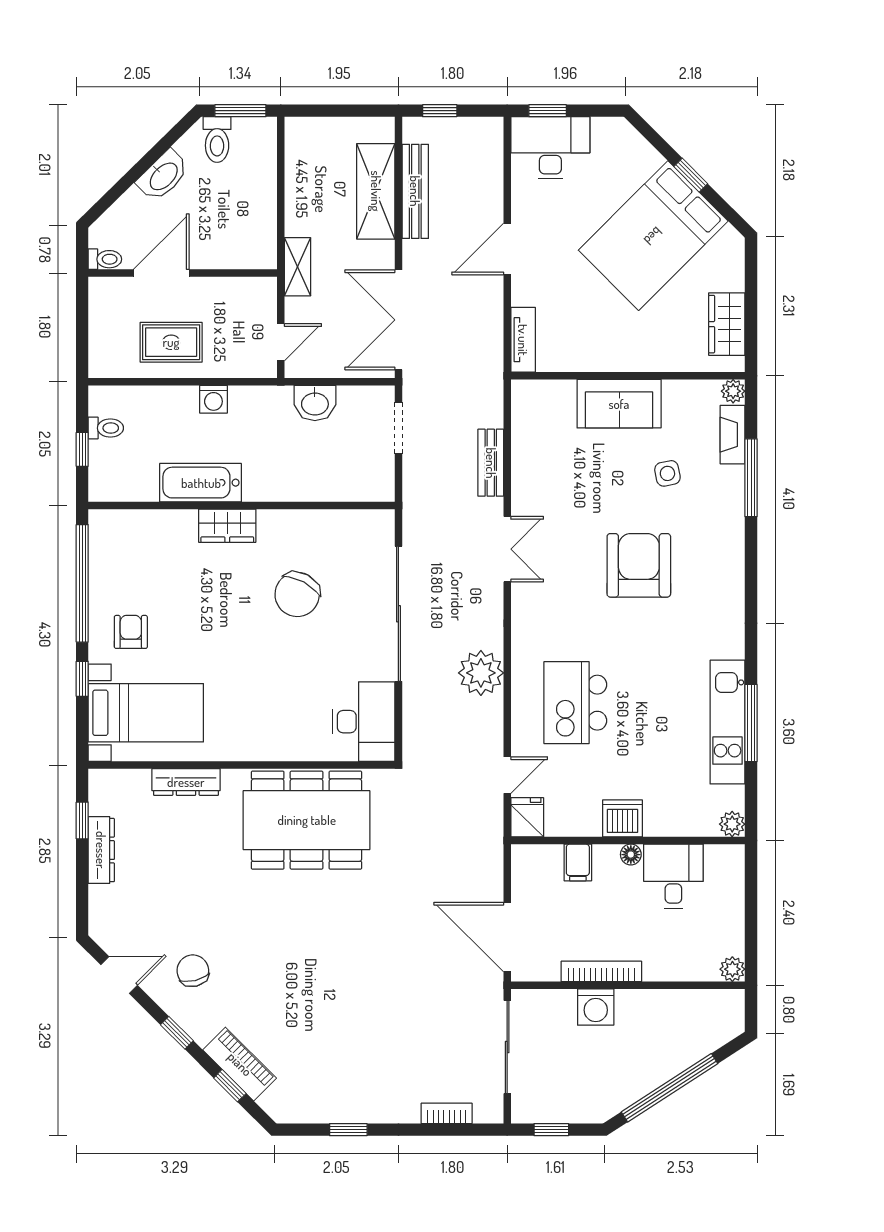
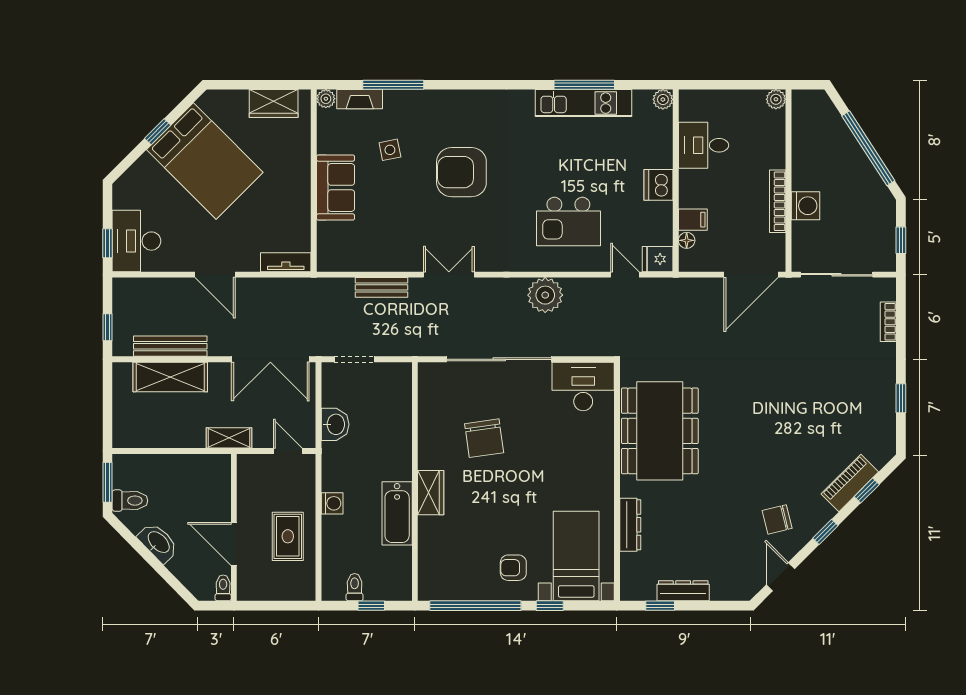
chair: (297, 594) -> (484, 438), turned 54
floor lamp: (631, 855) -> (687, 240), moved

